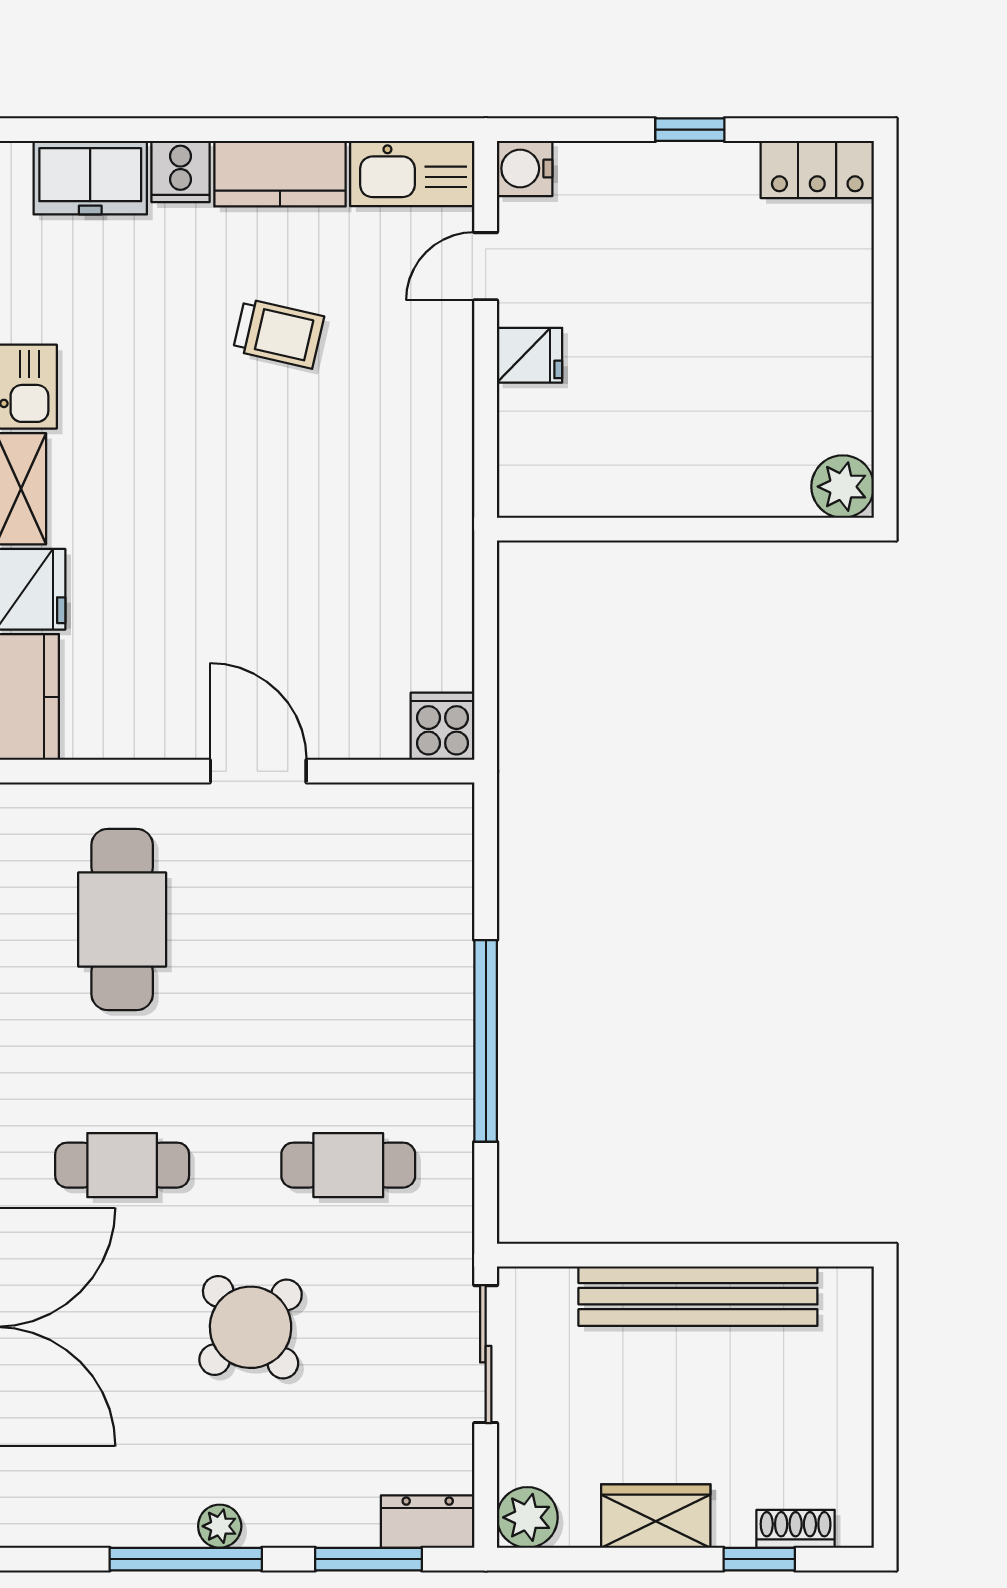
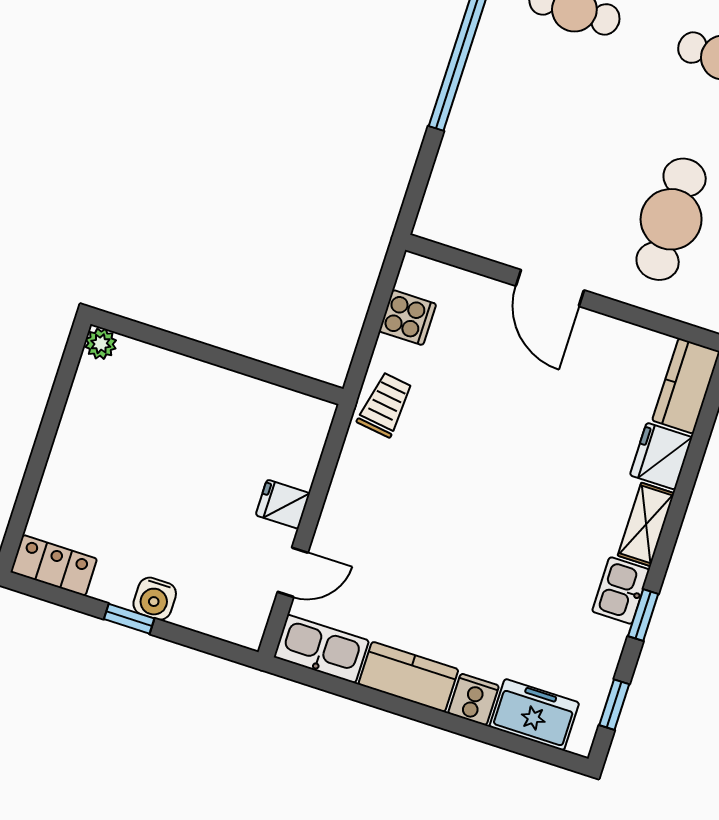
water cooler: (525, 168) -> (155, 599), moved, turned 90
trolley: (279, 333) -> (385, 405), moved, turned 85
plant: (843, 487) -> (101, 344), width x0.73, depth x0.73
cooker: (443, 726) -> (408, 318), moved, turned -90

